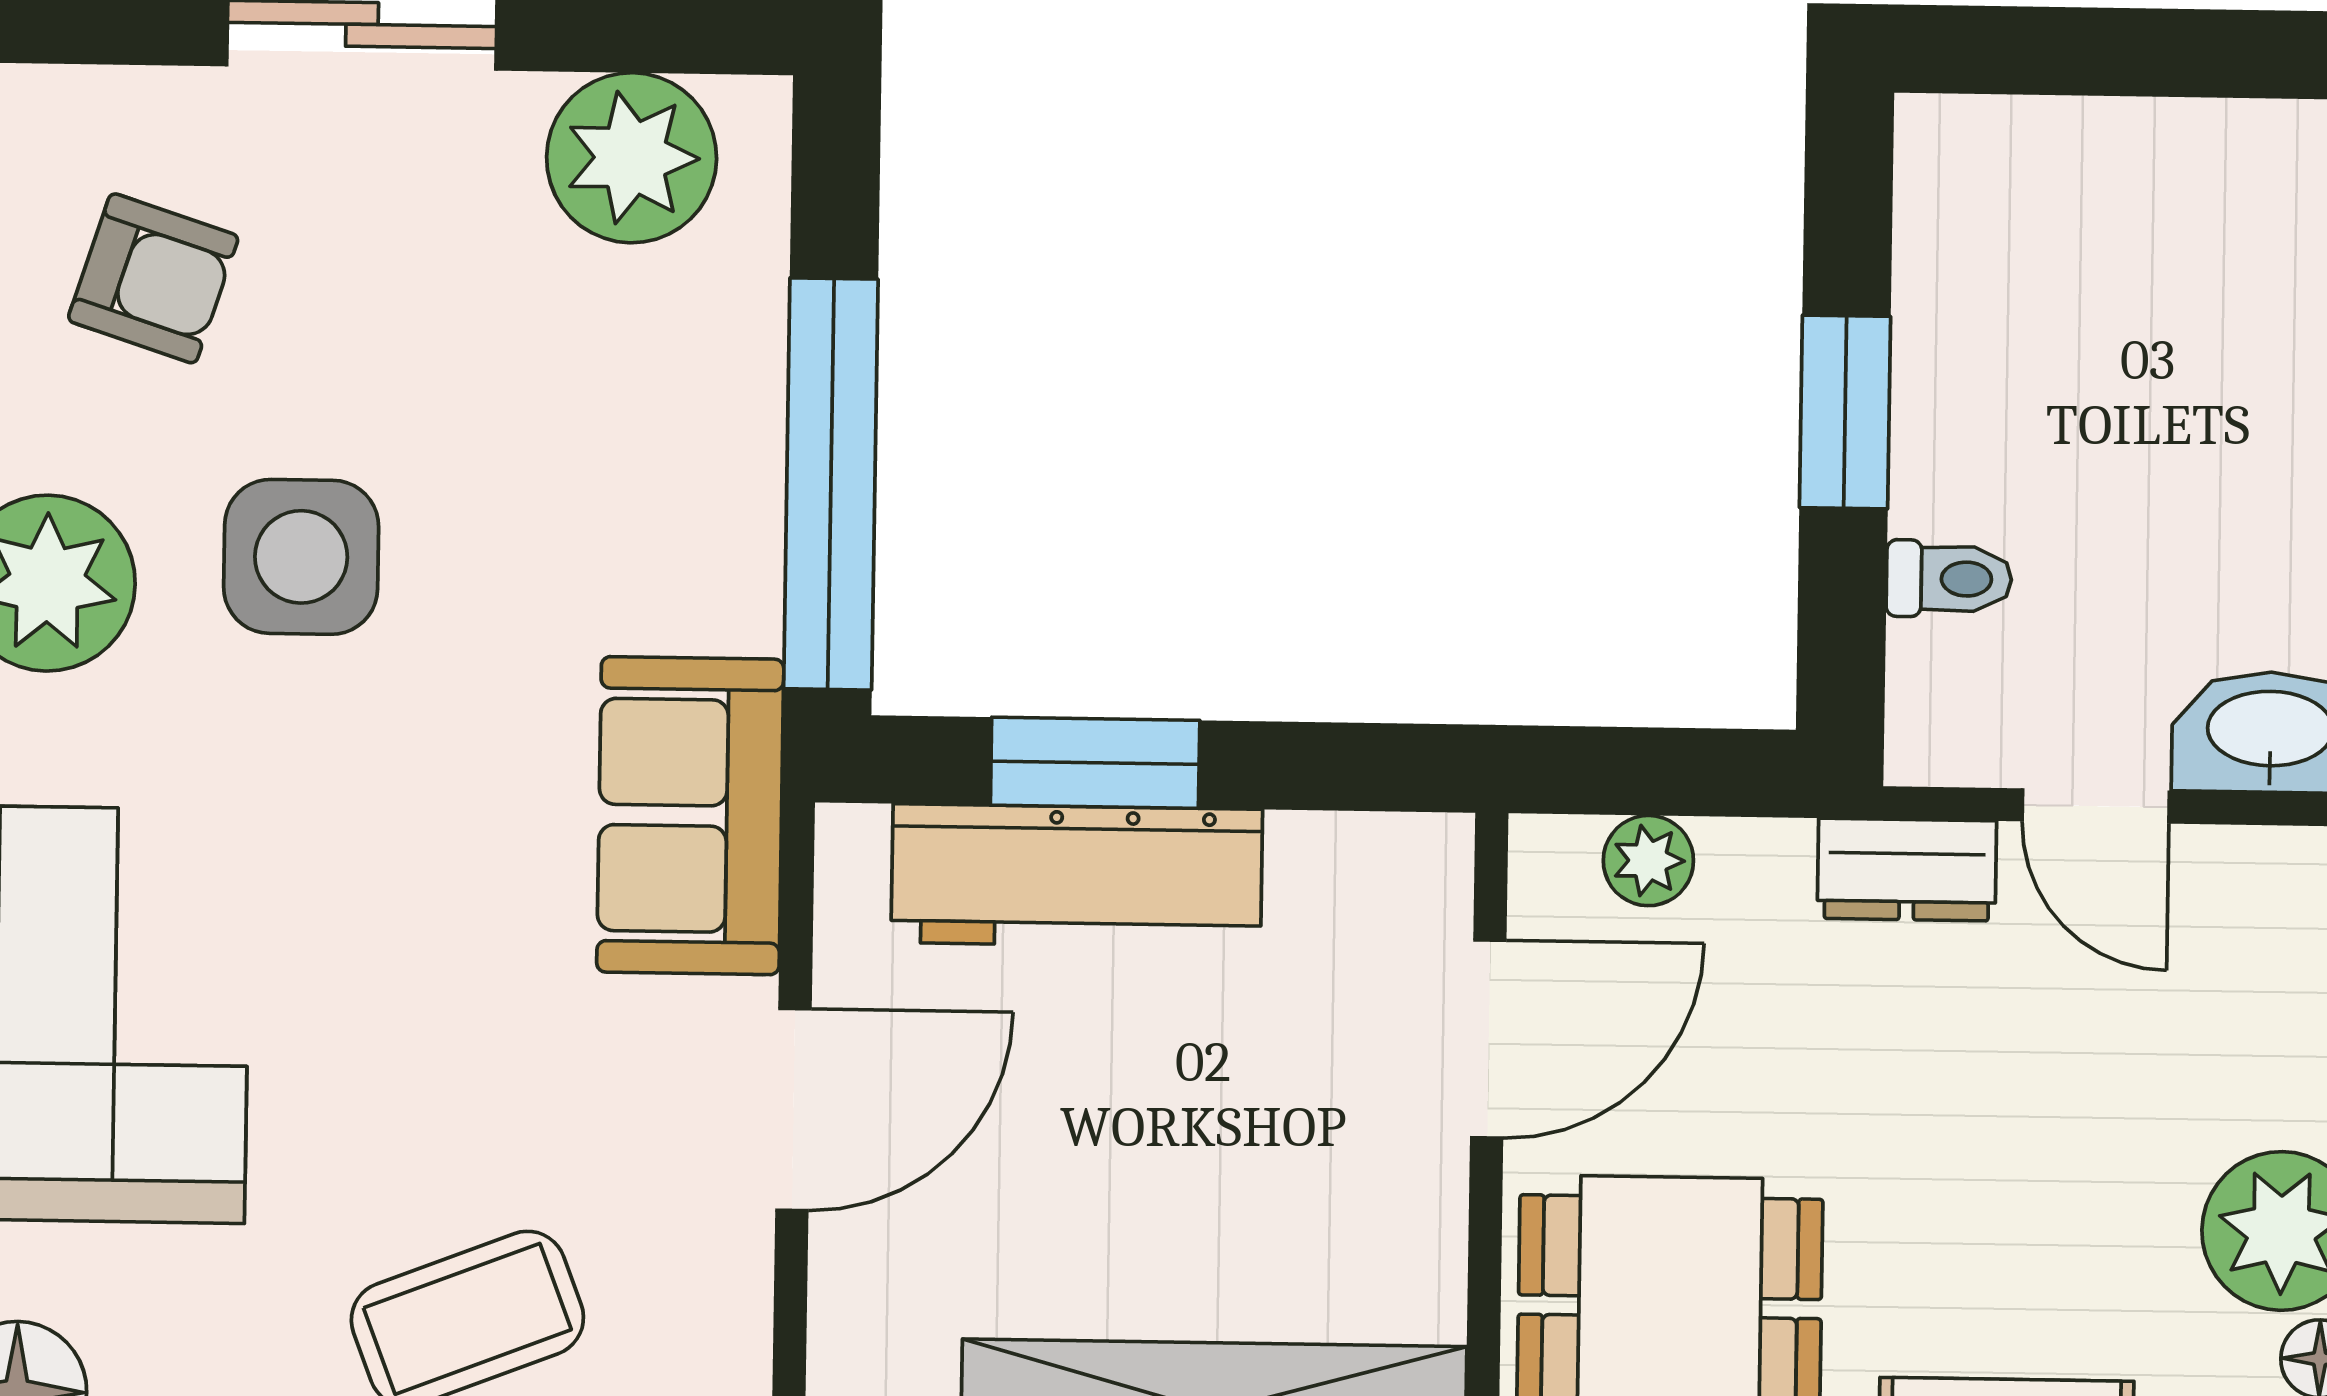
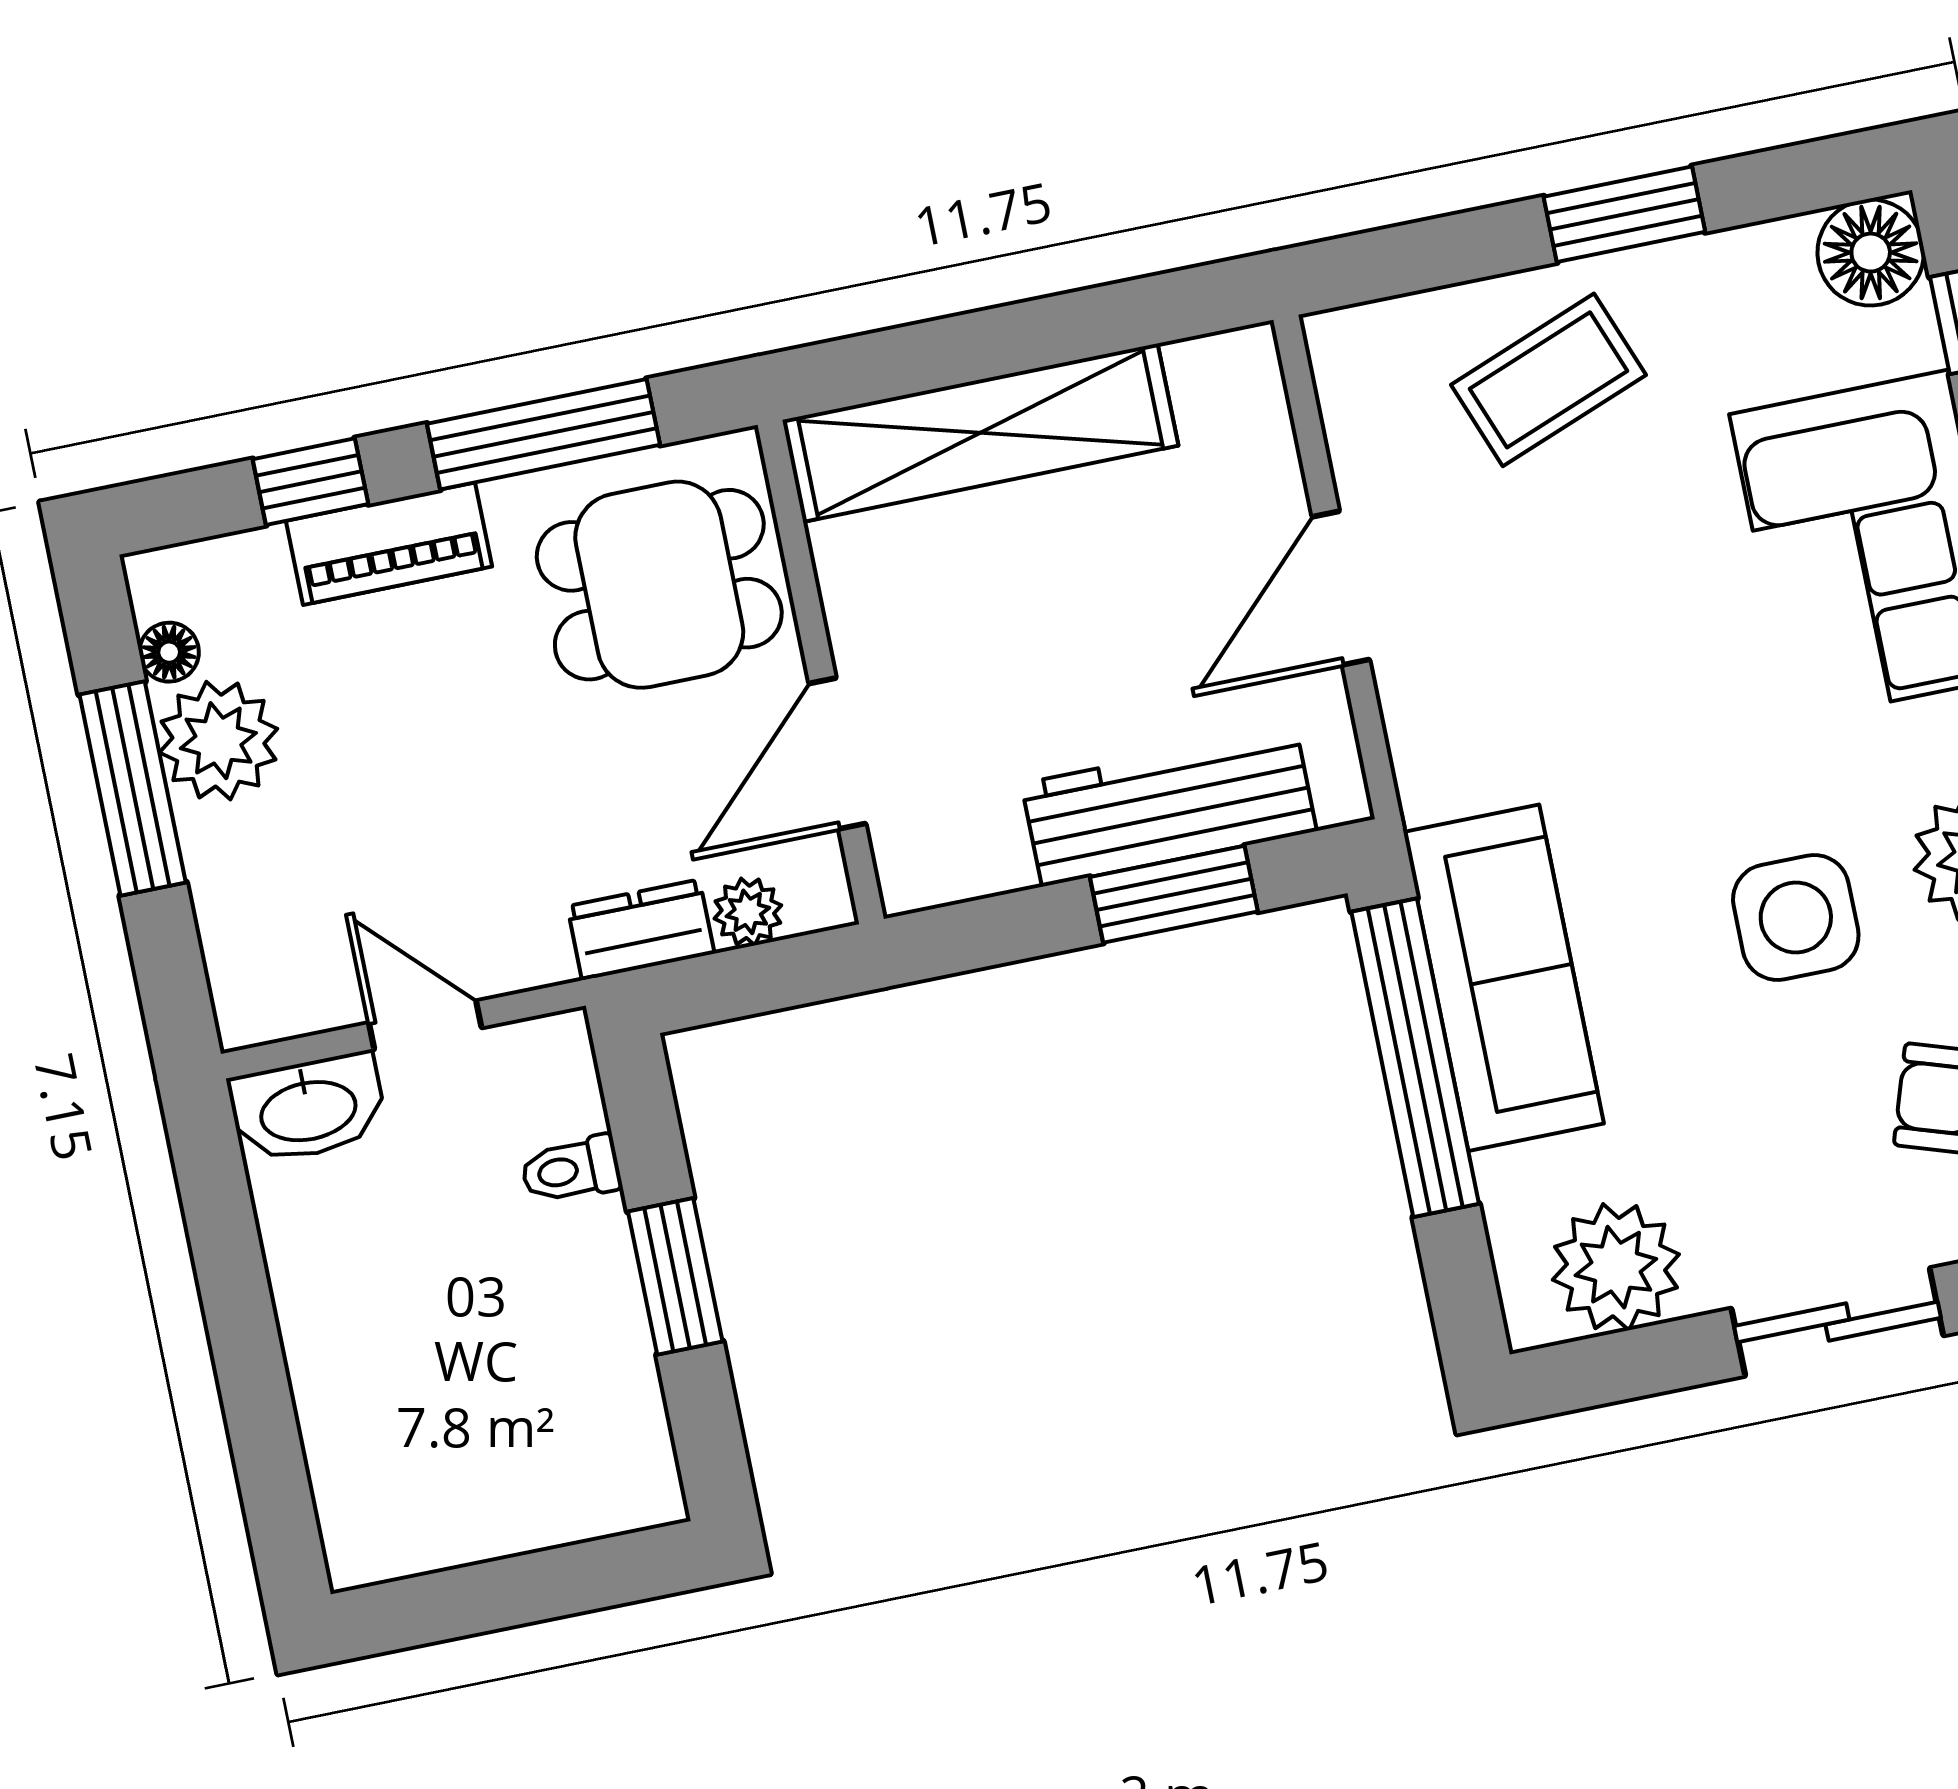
sofa: (690, 816) -> (1504, 978), moved, width x1.36
dresser: (1907, 870) -> (641, 930), moved

